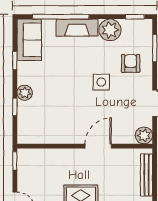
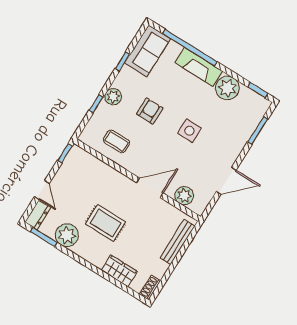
armchair: (131, 63) -> (150, 111), moved
coffee table: (49, 126) -> (116, 141), added
plant: (144, 135) -> (184, 196), moved

